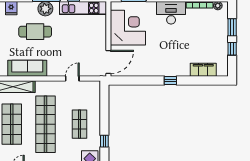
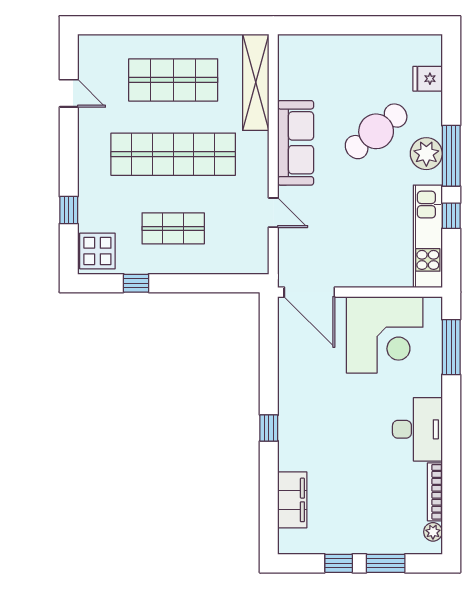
cafe table: (35, 32) -> (376, 131), turned 51
sofa: (27, 68) -> (296, 143), moved

